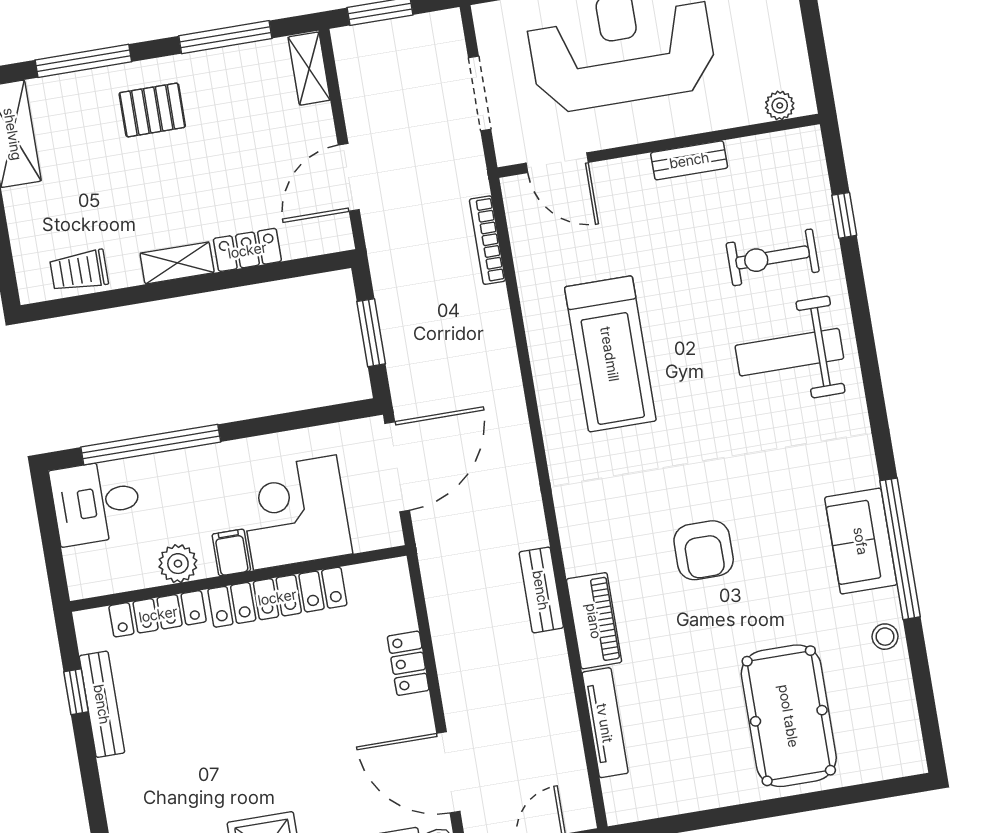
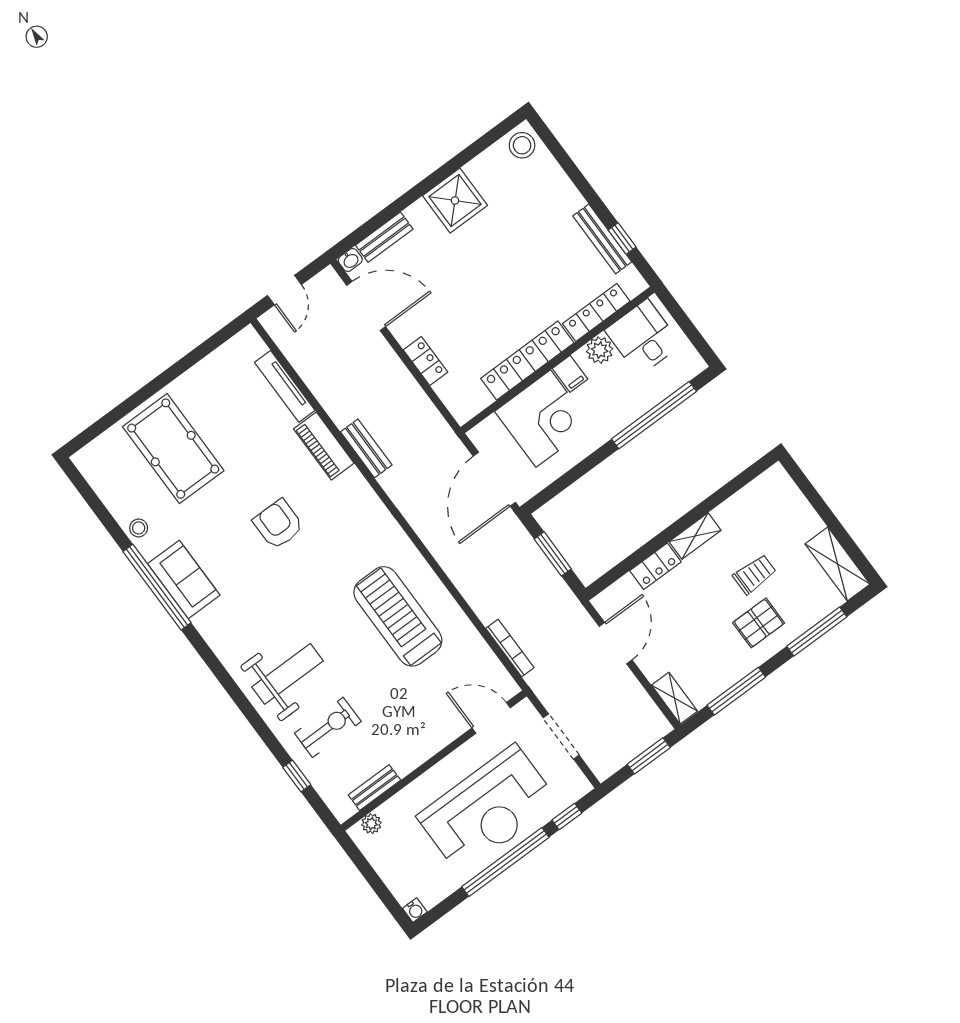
bench: (689, 160) -> (374, 788), moved
trolley: (79, 271) -> (755, 574), moved
desk: (96, 502) -> (643, 338), moved, turned -90

